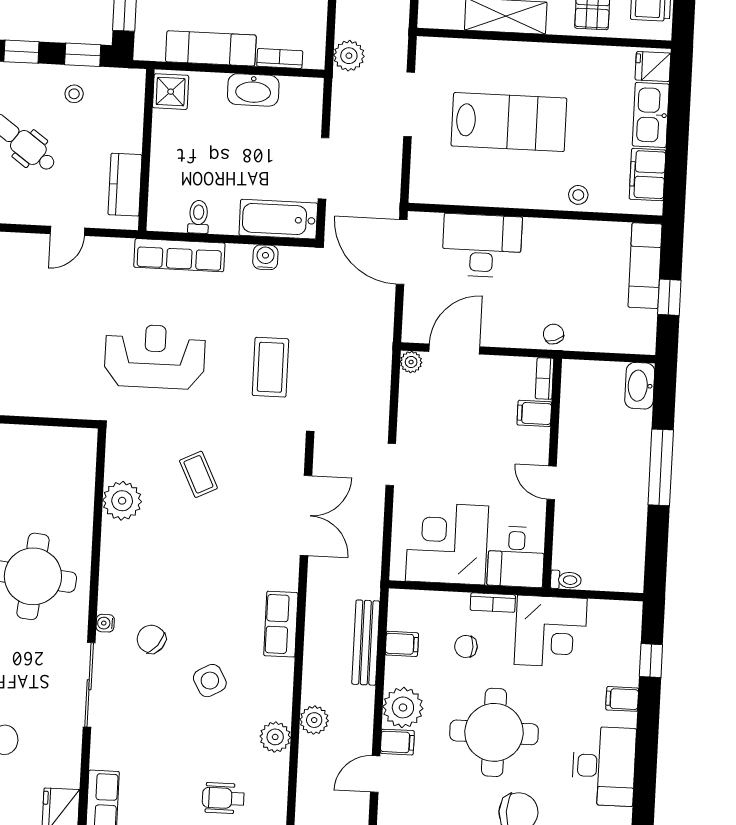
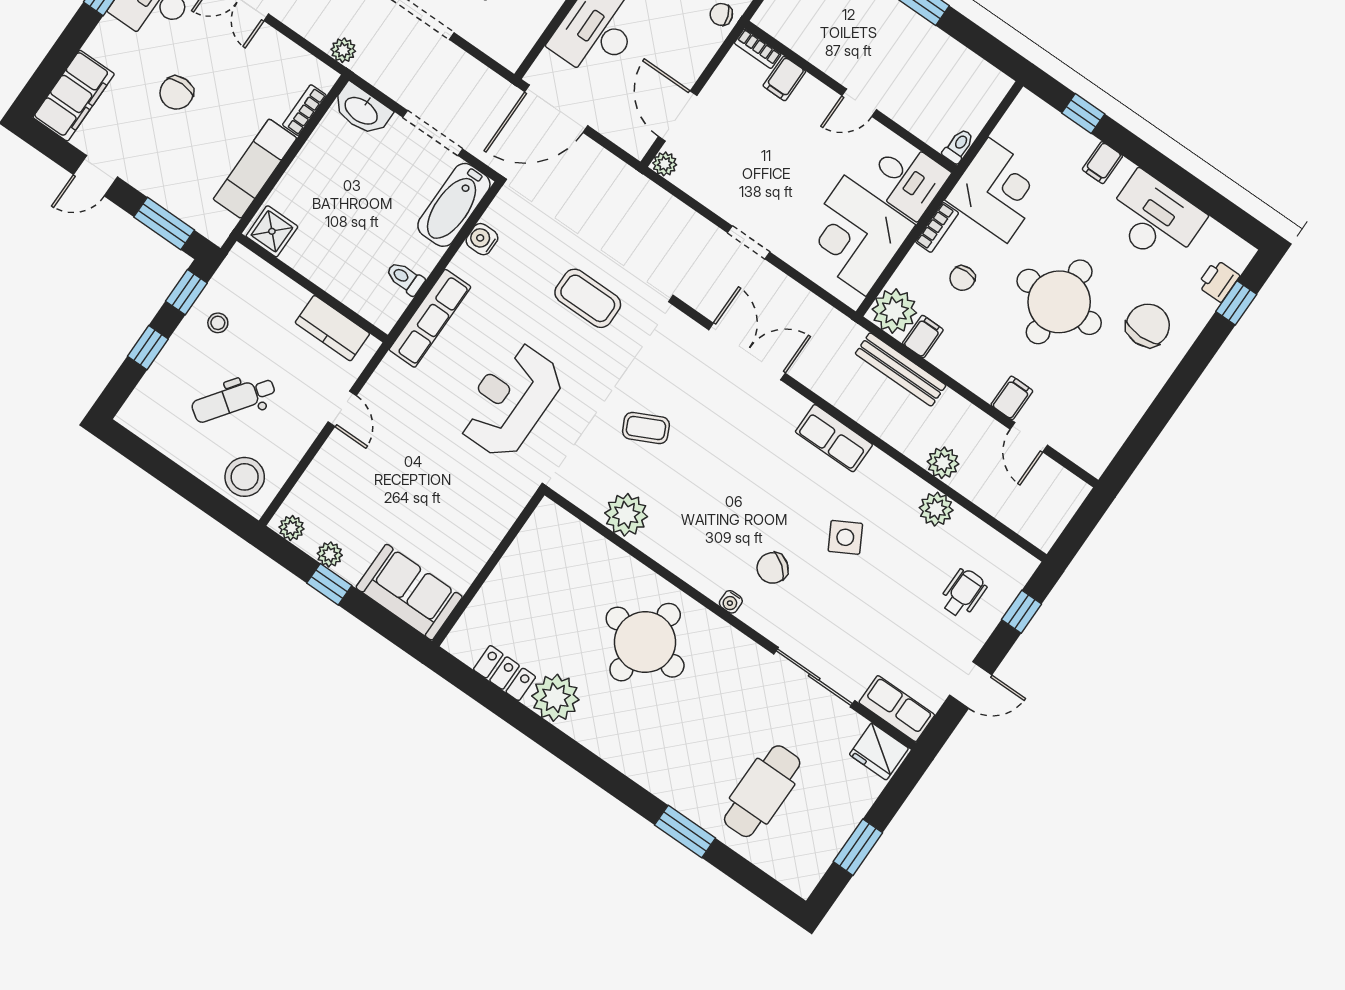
plant: (349, 56) -> (343, 50), width x0.73, depth x0.73
washbasin: (253, 90) -> (362, 110), moved, turned 90
sliding door: (89, 685) -> (814, 677), moved
plant: (403, 707) -> (894, 311), moved
wheelchair: (223, 798) -> (963, 593), turned 180

